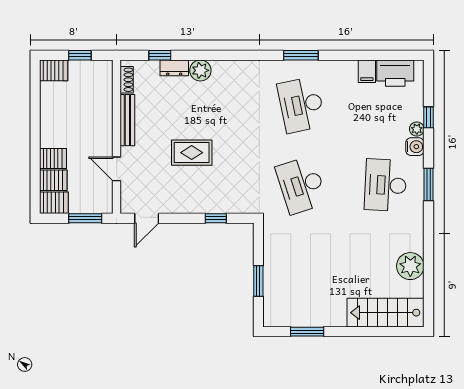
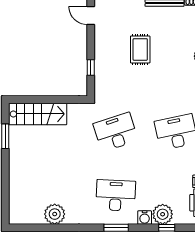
plant: (417, 129) -> (163, 214), width x1.88, depth x1.88
window: (258, 281) -> (43, 100), removed
stairs: (386, 313) -> (38, 114), moved, turned 90

